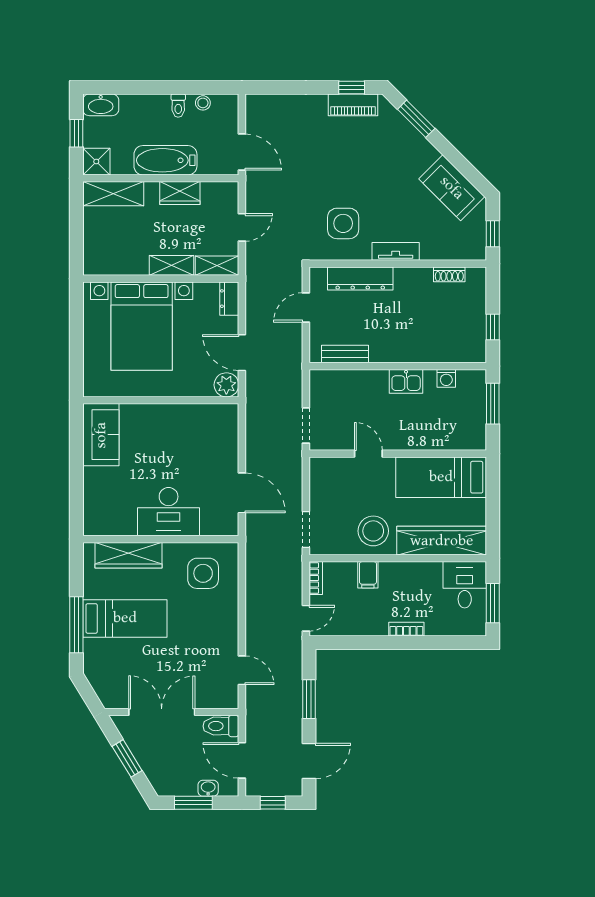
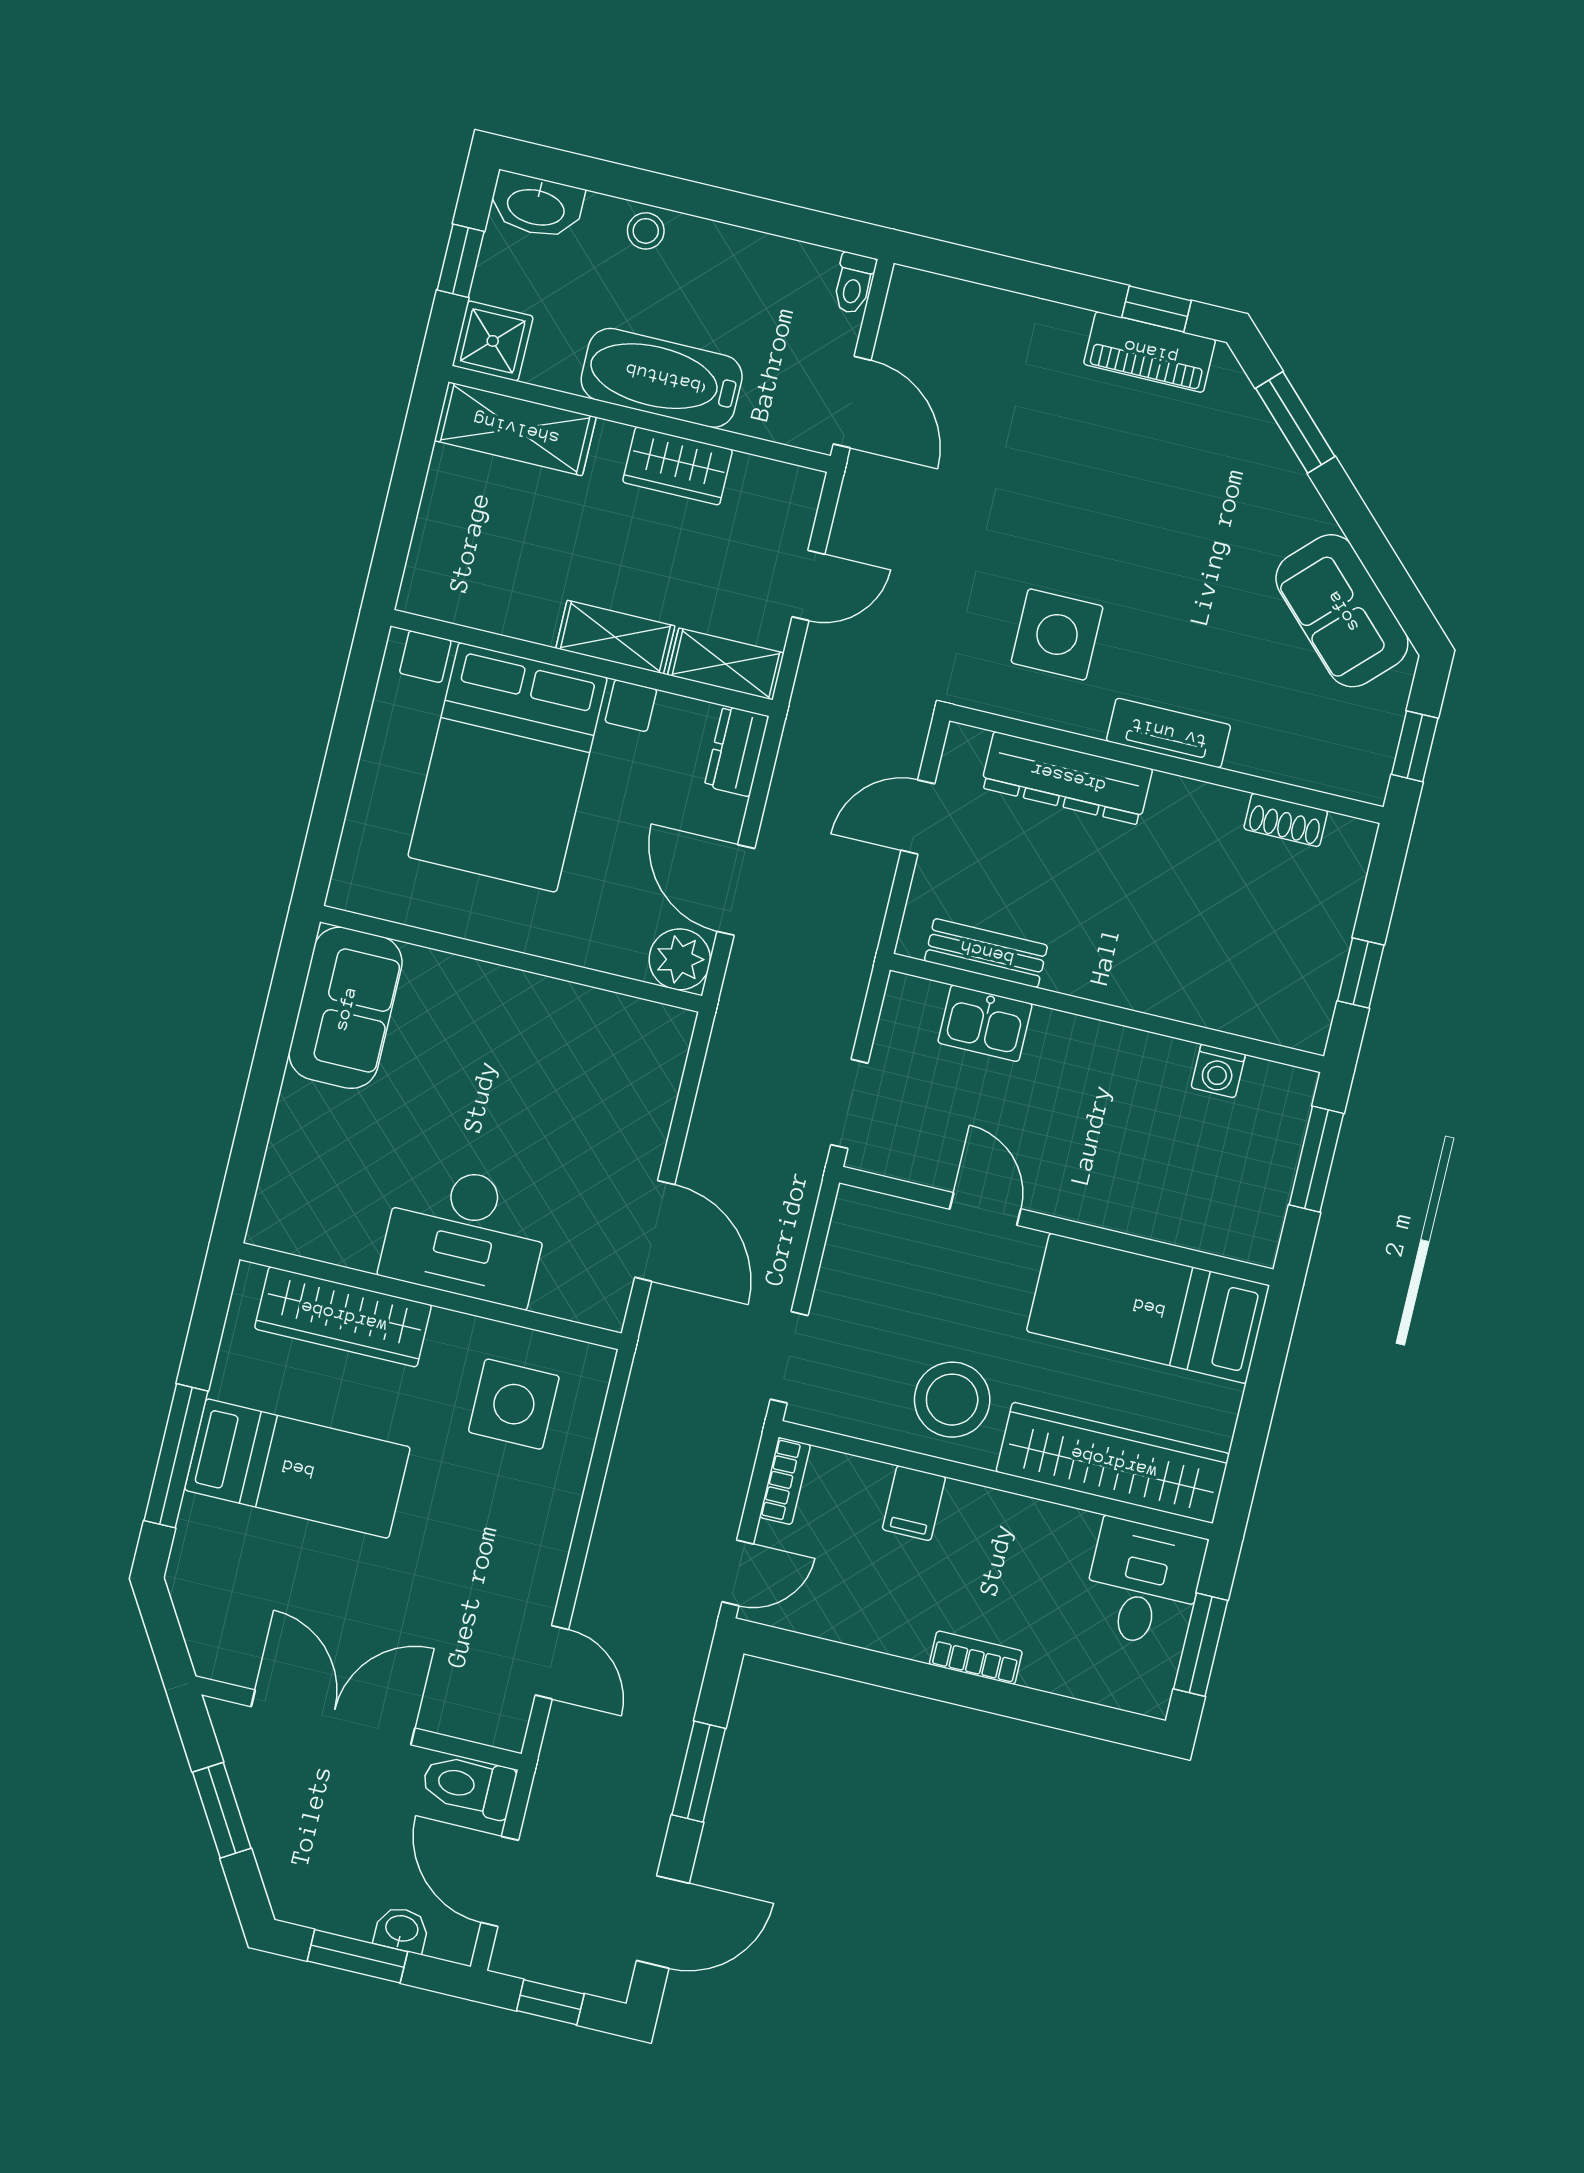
stool: (203, 103) -> (646, 231), moved
toilet: (178, 106) -> (854, 283), moved
kitchen sink: (406, 381) -> (985, 1023), moved

